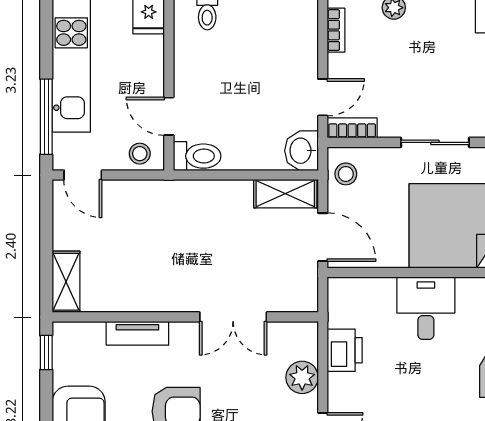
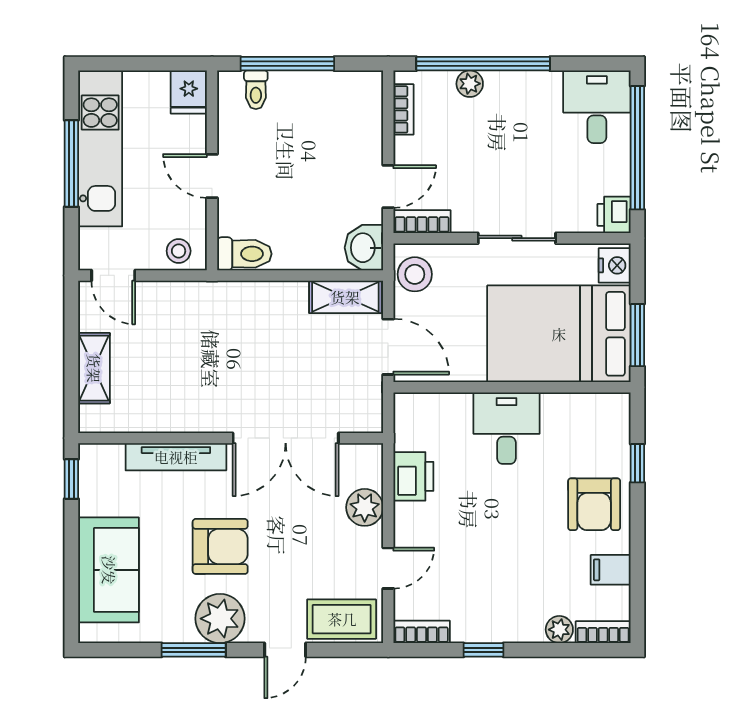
door: (169, 116) -> (212, 176), moved
window: (46, 117) -> (71, 163), moved
stool: (346, 174) -> (415, 274), width x1.37, depth x1.37
shelving: (66, 282) -> (94, 368), moved
double door: (233, 317) -> (286, 438), width x1.37
tv unit: (137, 333) -> (176, 457), width x1.41

